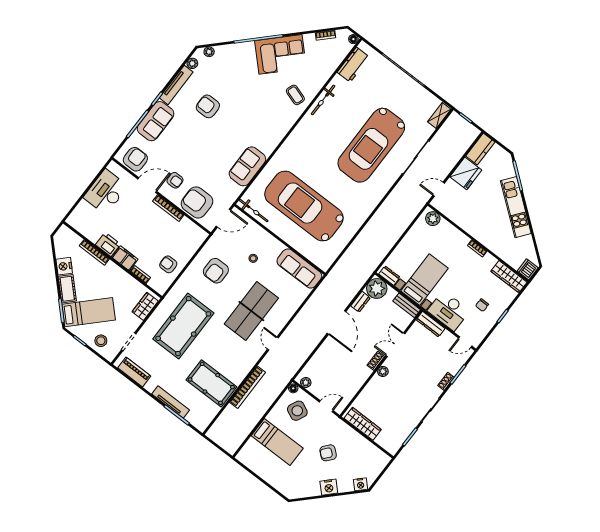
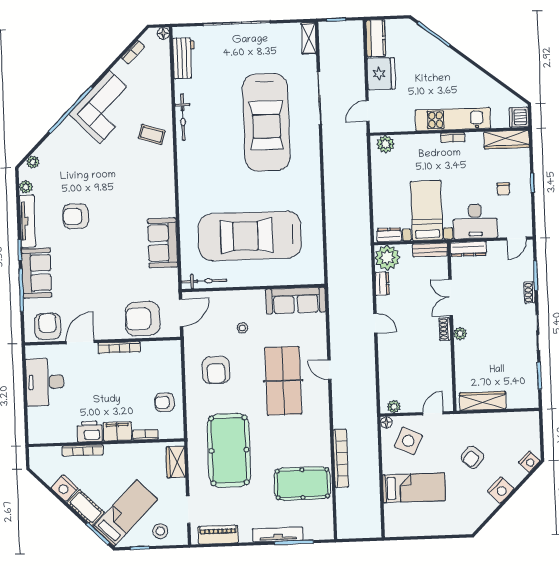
armchair: (175, 180) -> (103, 315), removed
kitchen unit: (516, 207) -> (453, 119), moved, turned 142
door: (336, 322) -> (375, 323), width x0.53
door: (273, 344) -> (329, 370), moved

